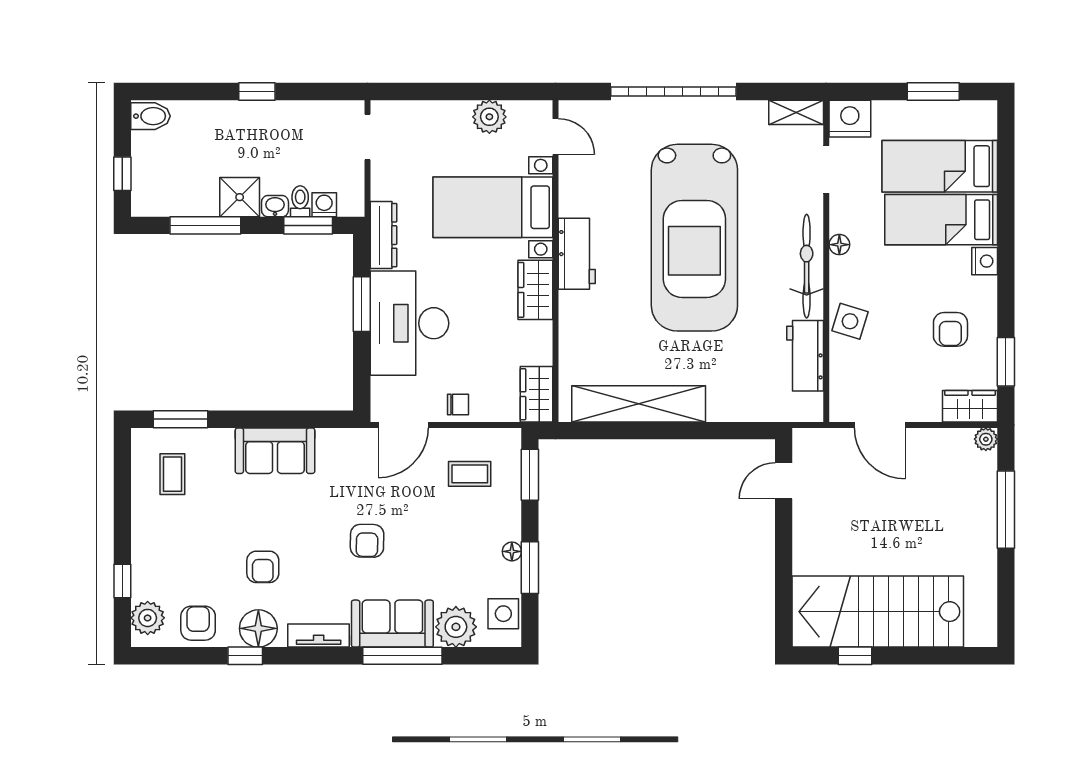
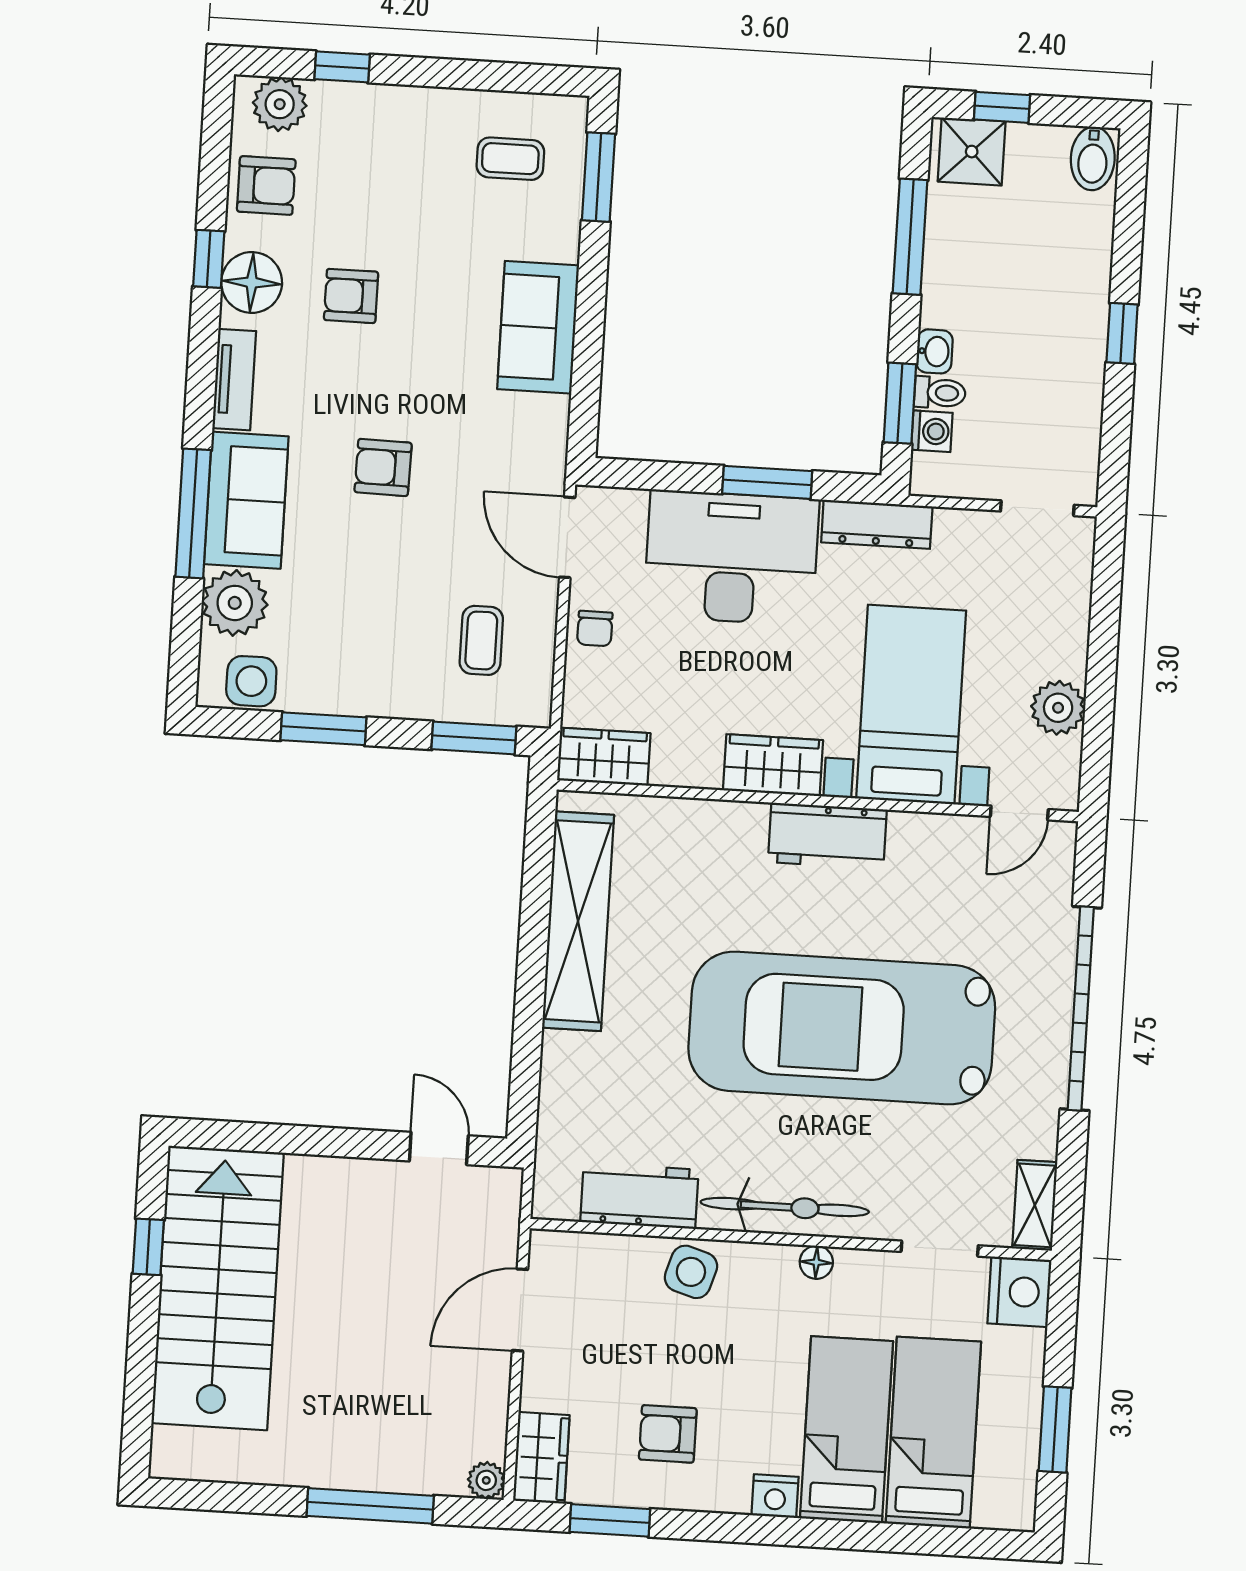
shower: (240, 197) -> (972, 152), moved
floor lamp: (512, 551) -> (351, 701), removed

